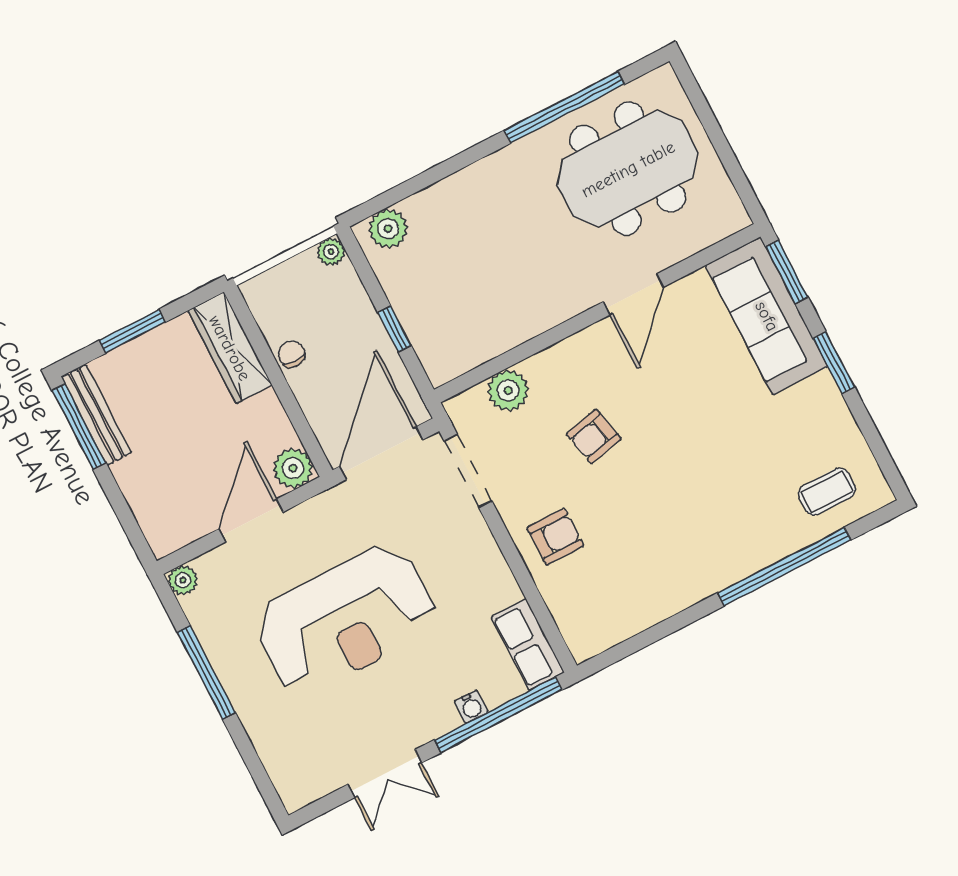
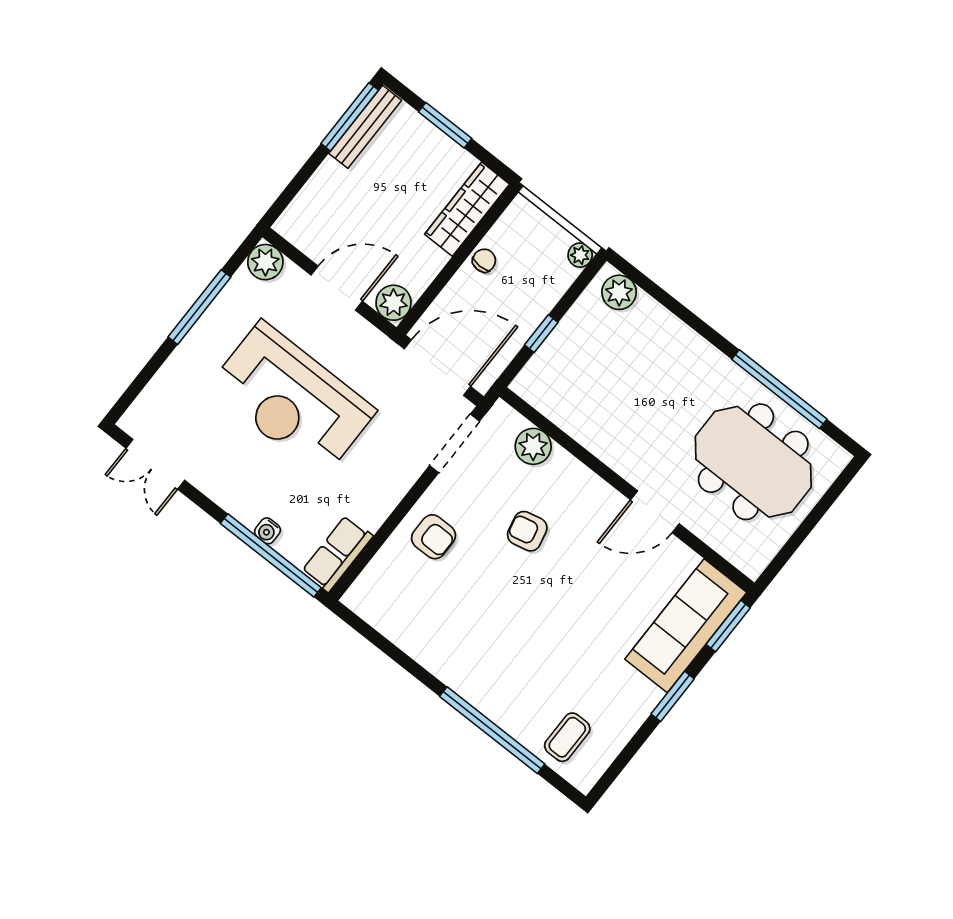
coffee table: (827, 492) -> (567, 737), turned 90
plant: (183, 580) -> (265, 262), width x1.38, depth x1.38
double door: (385, 774) -> (155, 464), moved

